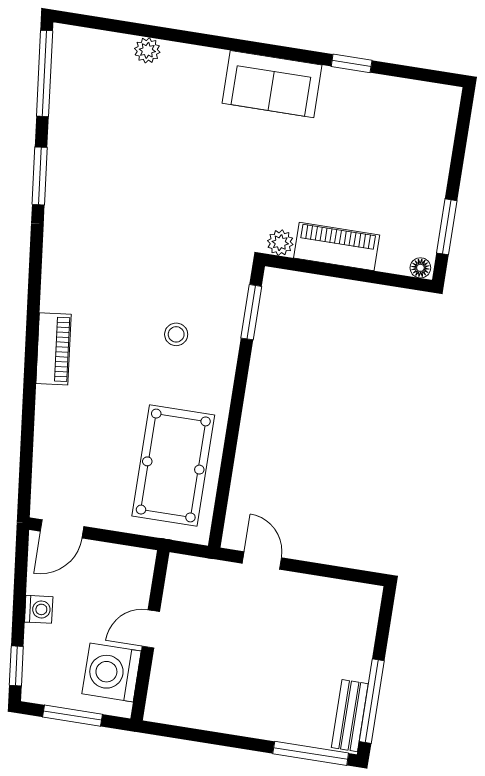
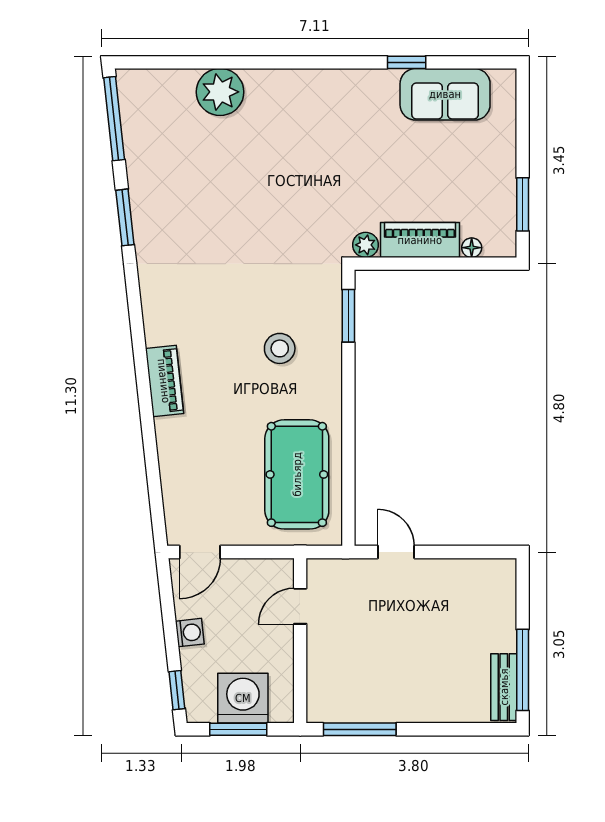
plant: (147, 50) -> (220, 92), width x1.88, depth x1.88
sofa: (272, 84) -> (445, 94), moved
floor lamp: (420, 268) -> (472, 248), moved
stool: (176, 334) -> (280, 348), width x1.37, depth x1.37
door: (151, 629) -> (300, 606), moved
washing machine: (112, 672) -> (243, 698), moved, turned 90
window: (311, 753) -> (360, 729), moved

